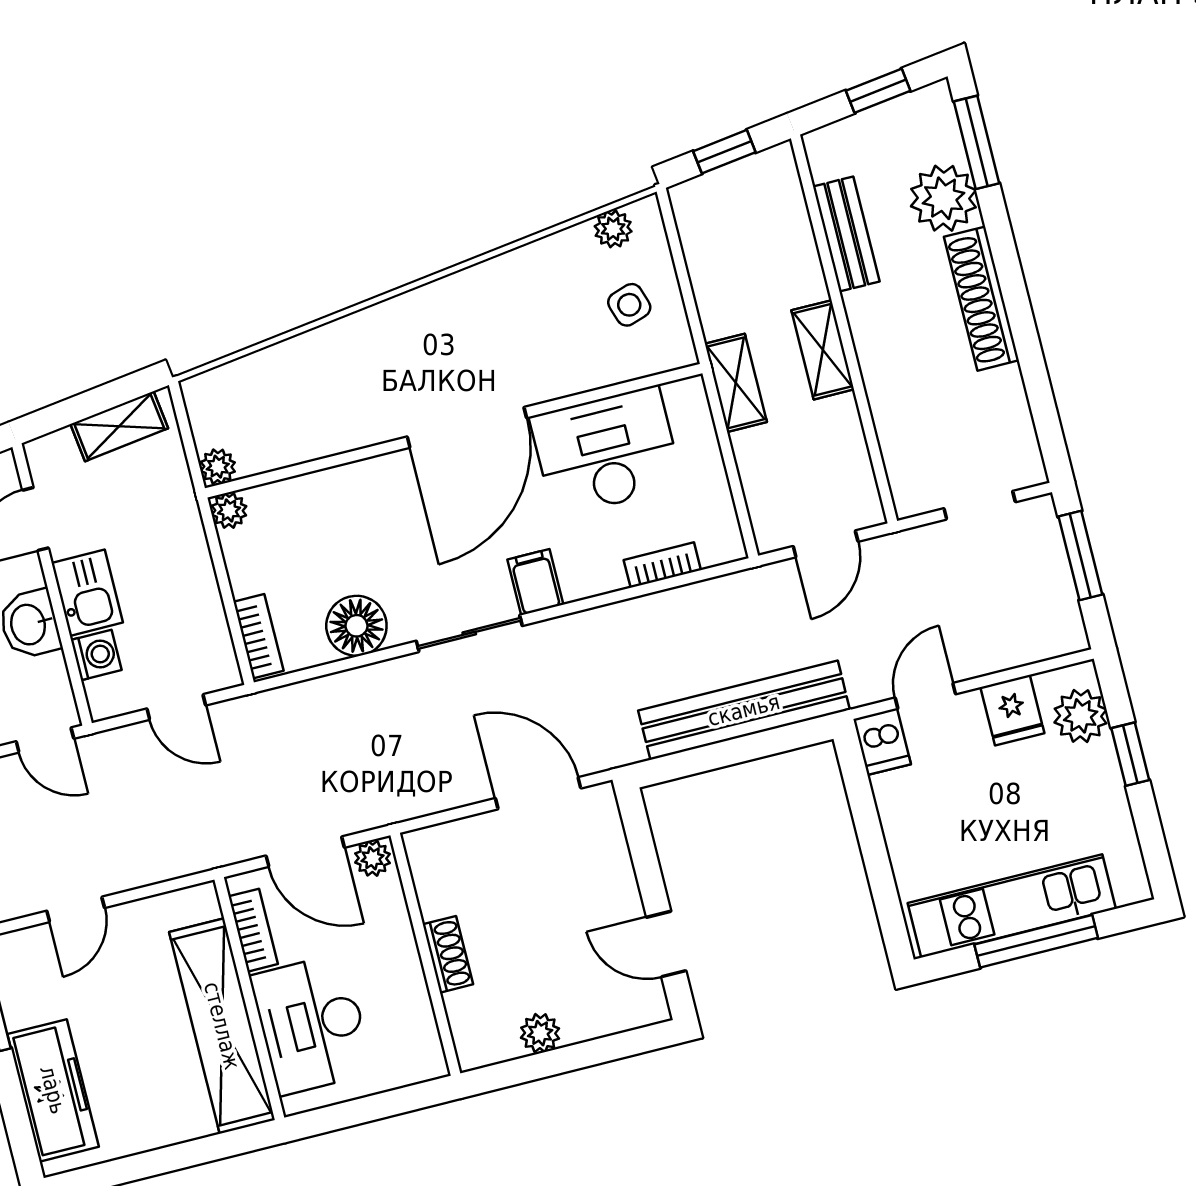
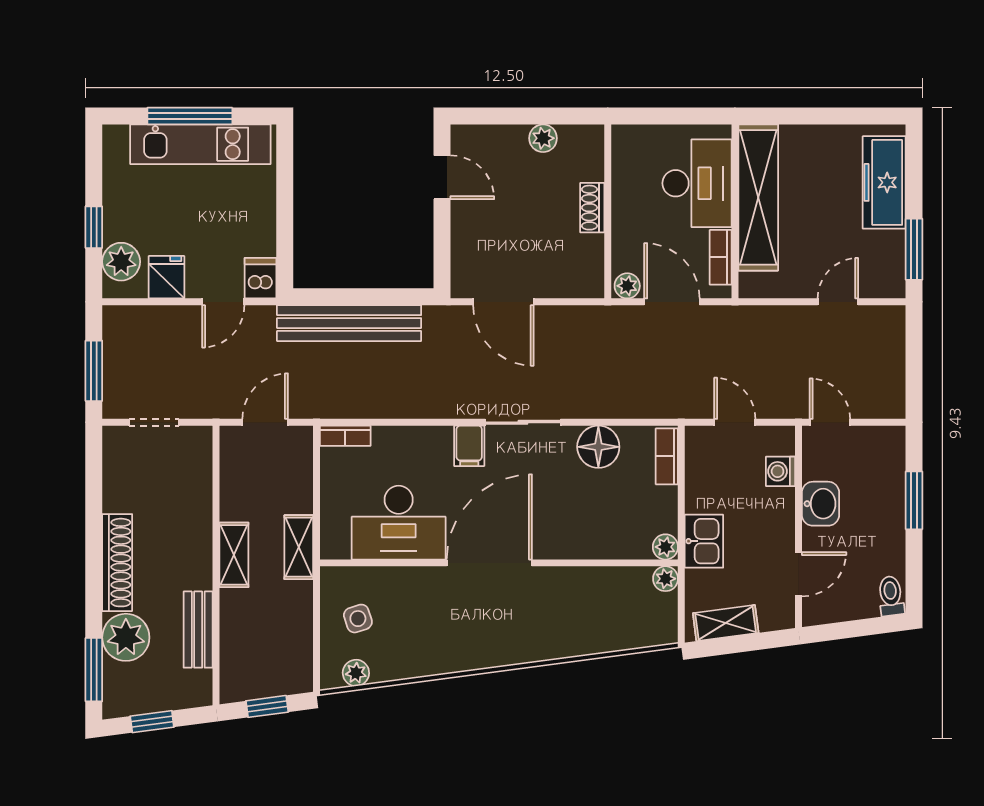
bookcase: (662, 565) -> (345, 436), moved
kitchen sink: (87, 593) -> (704, 541), moved, turned 180

